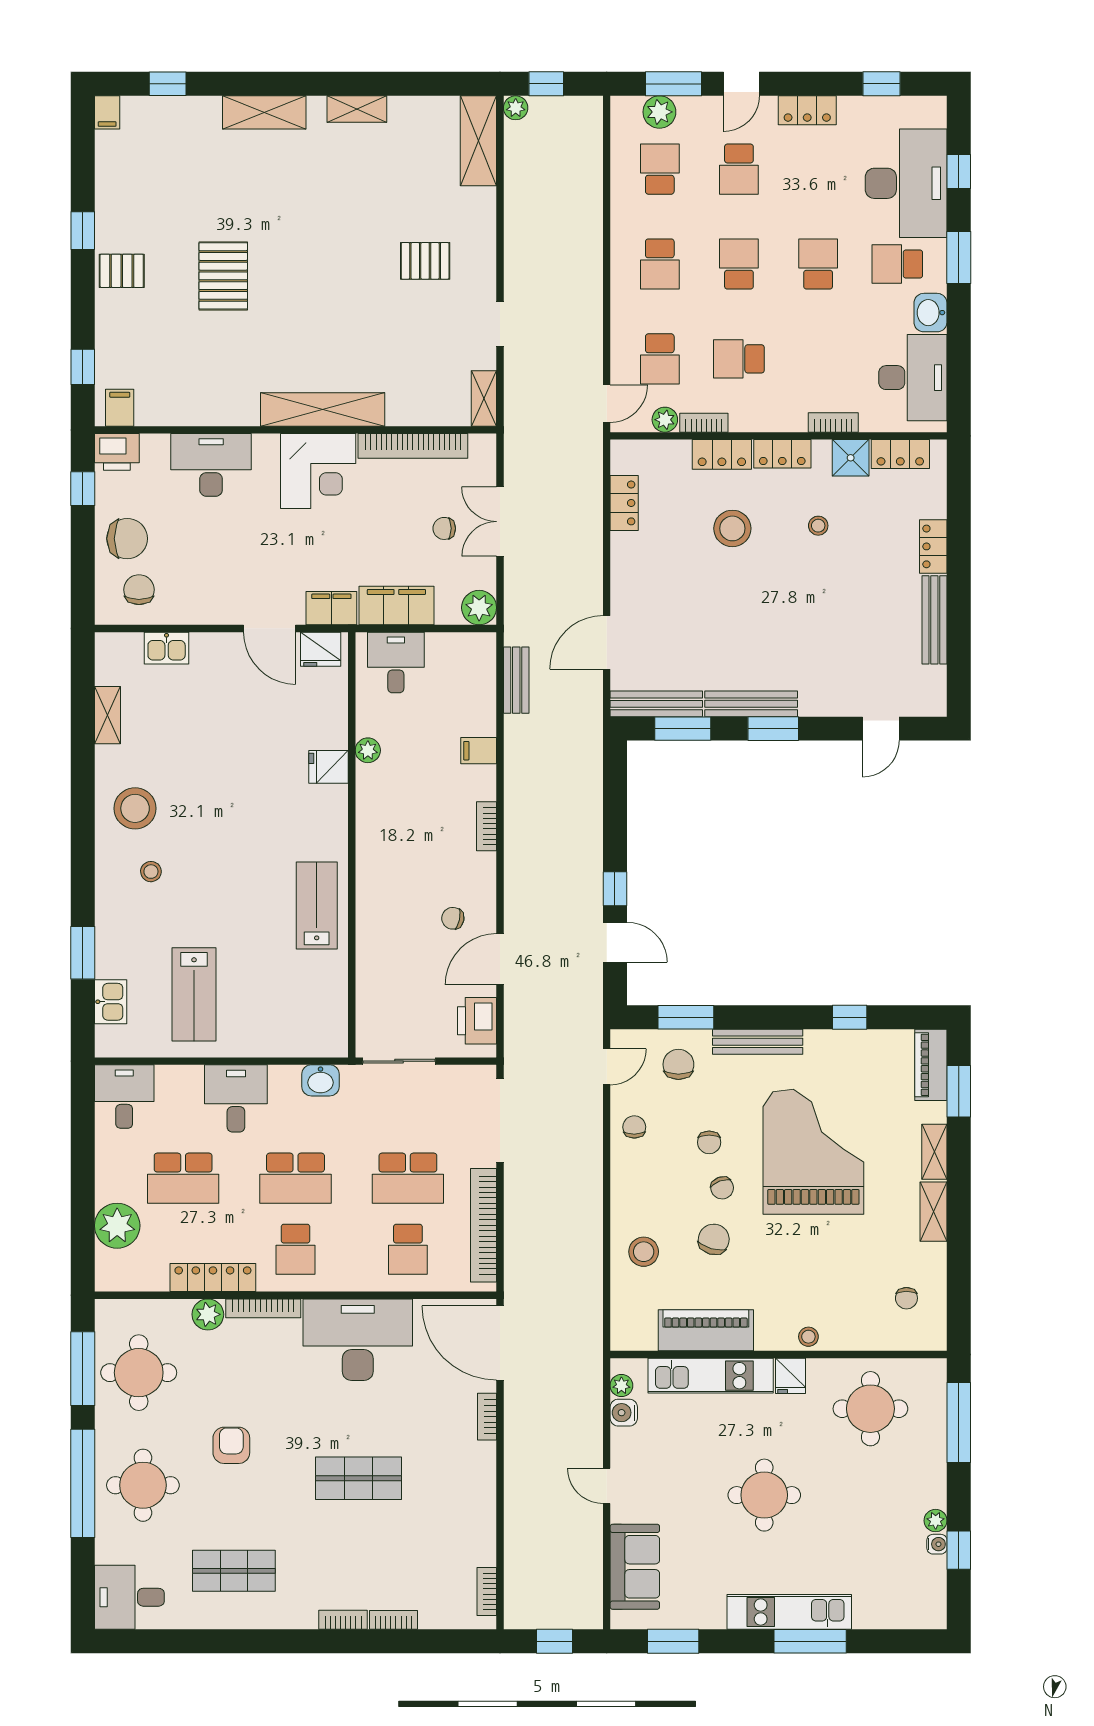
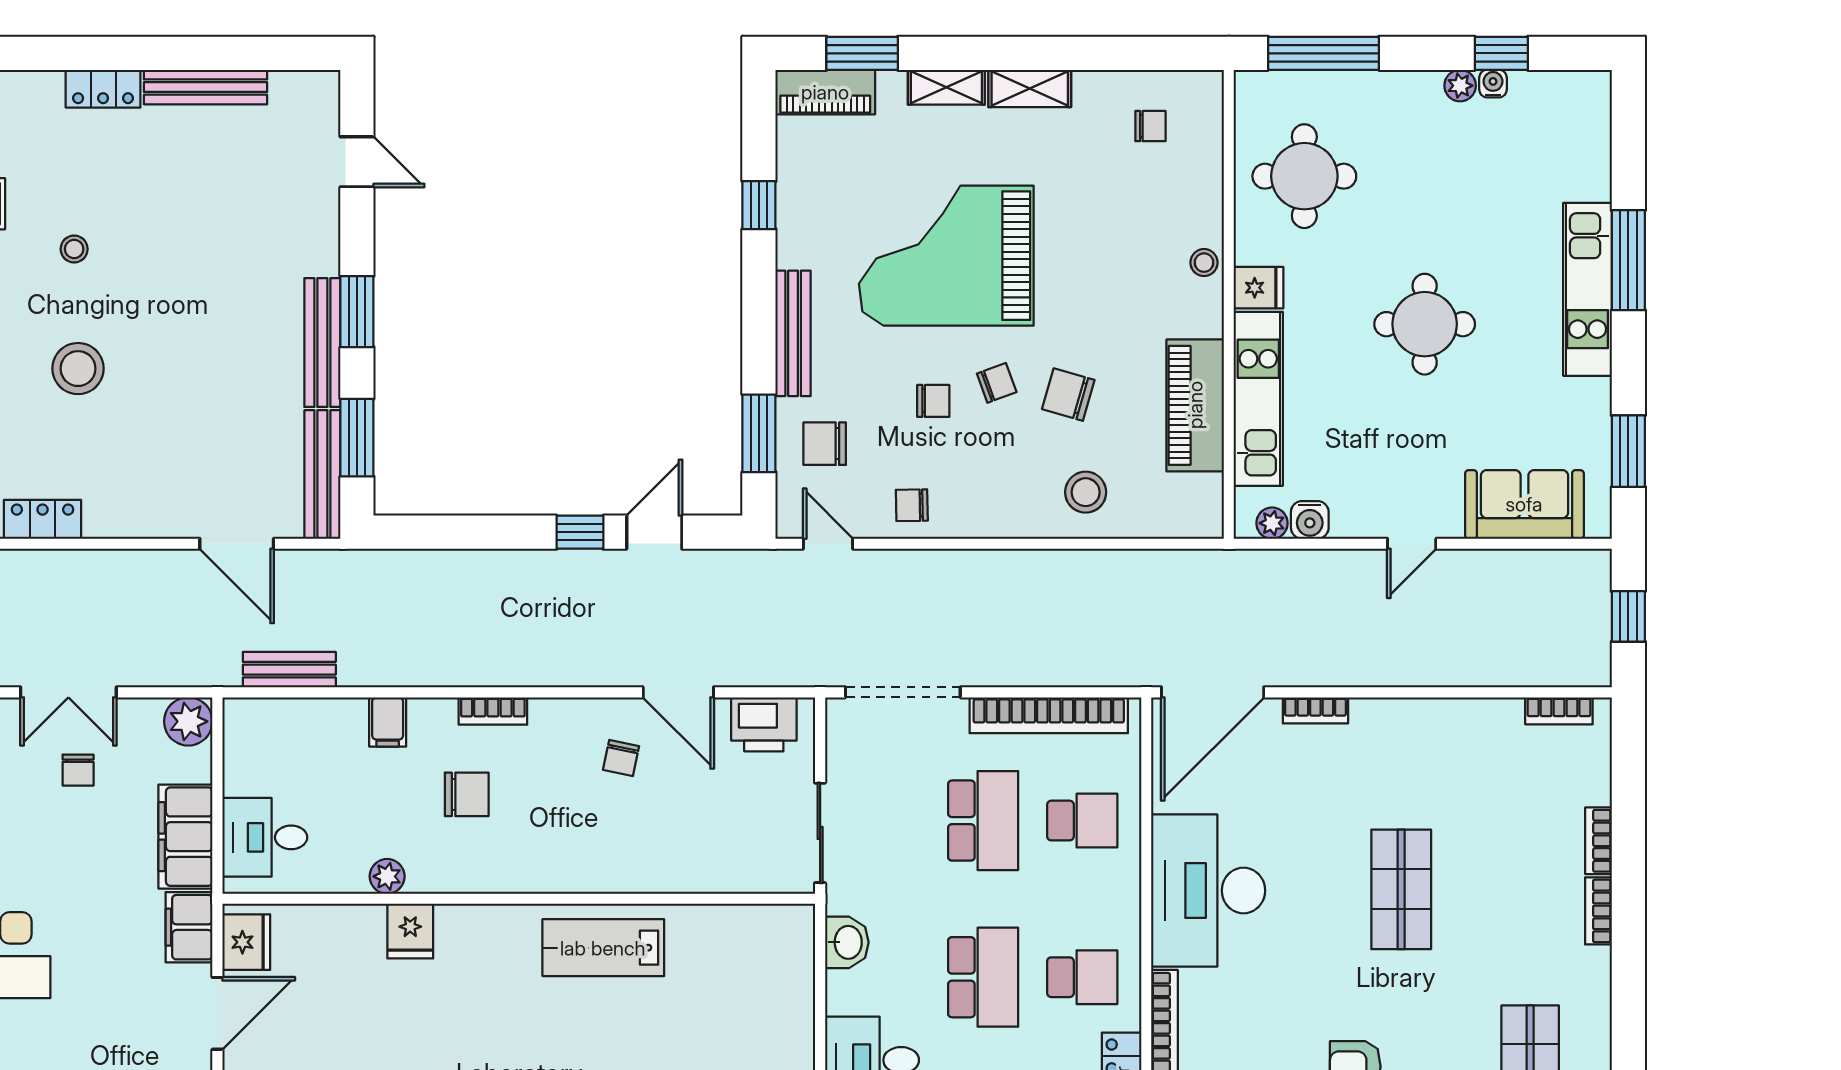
chair: (427, 807) -> (467, 794), added

